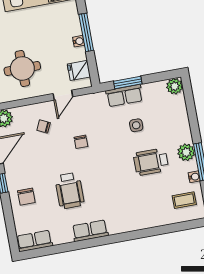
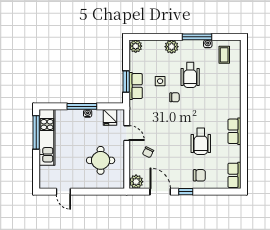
chair: (81, 142) -> (174, 97), moved
plant: (186, 152) -> (172, 47), moved
wheelchair: (70, 191) -> (201, 141), turned 90

